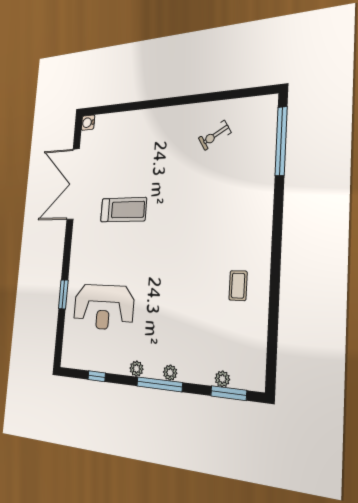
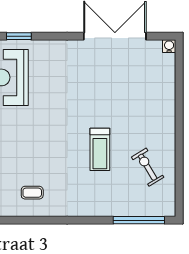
exercise bike: (215, 135) -> (148, 167), width x1.38, depth x1.39
treadmill: (123, 210) -> (100, 149), moved

